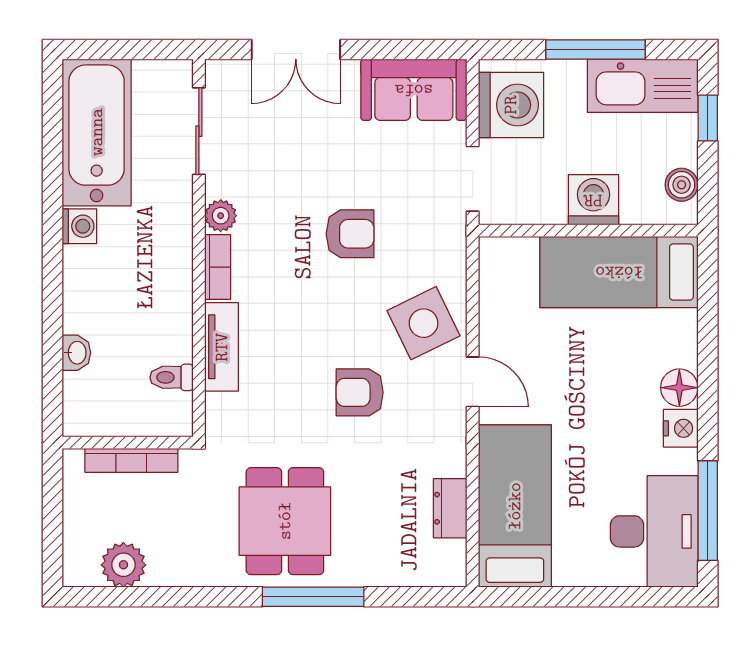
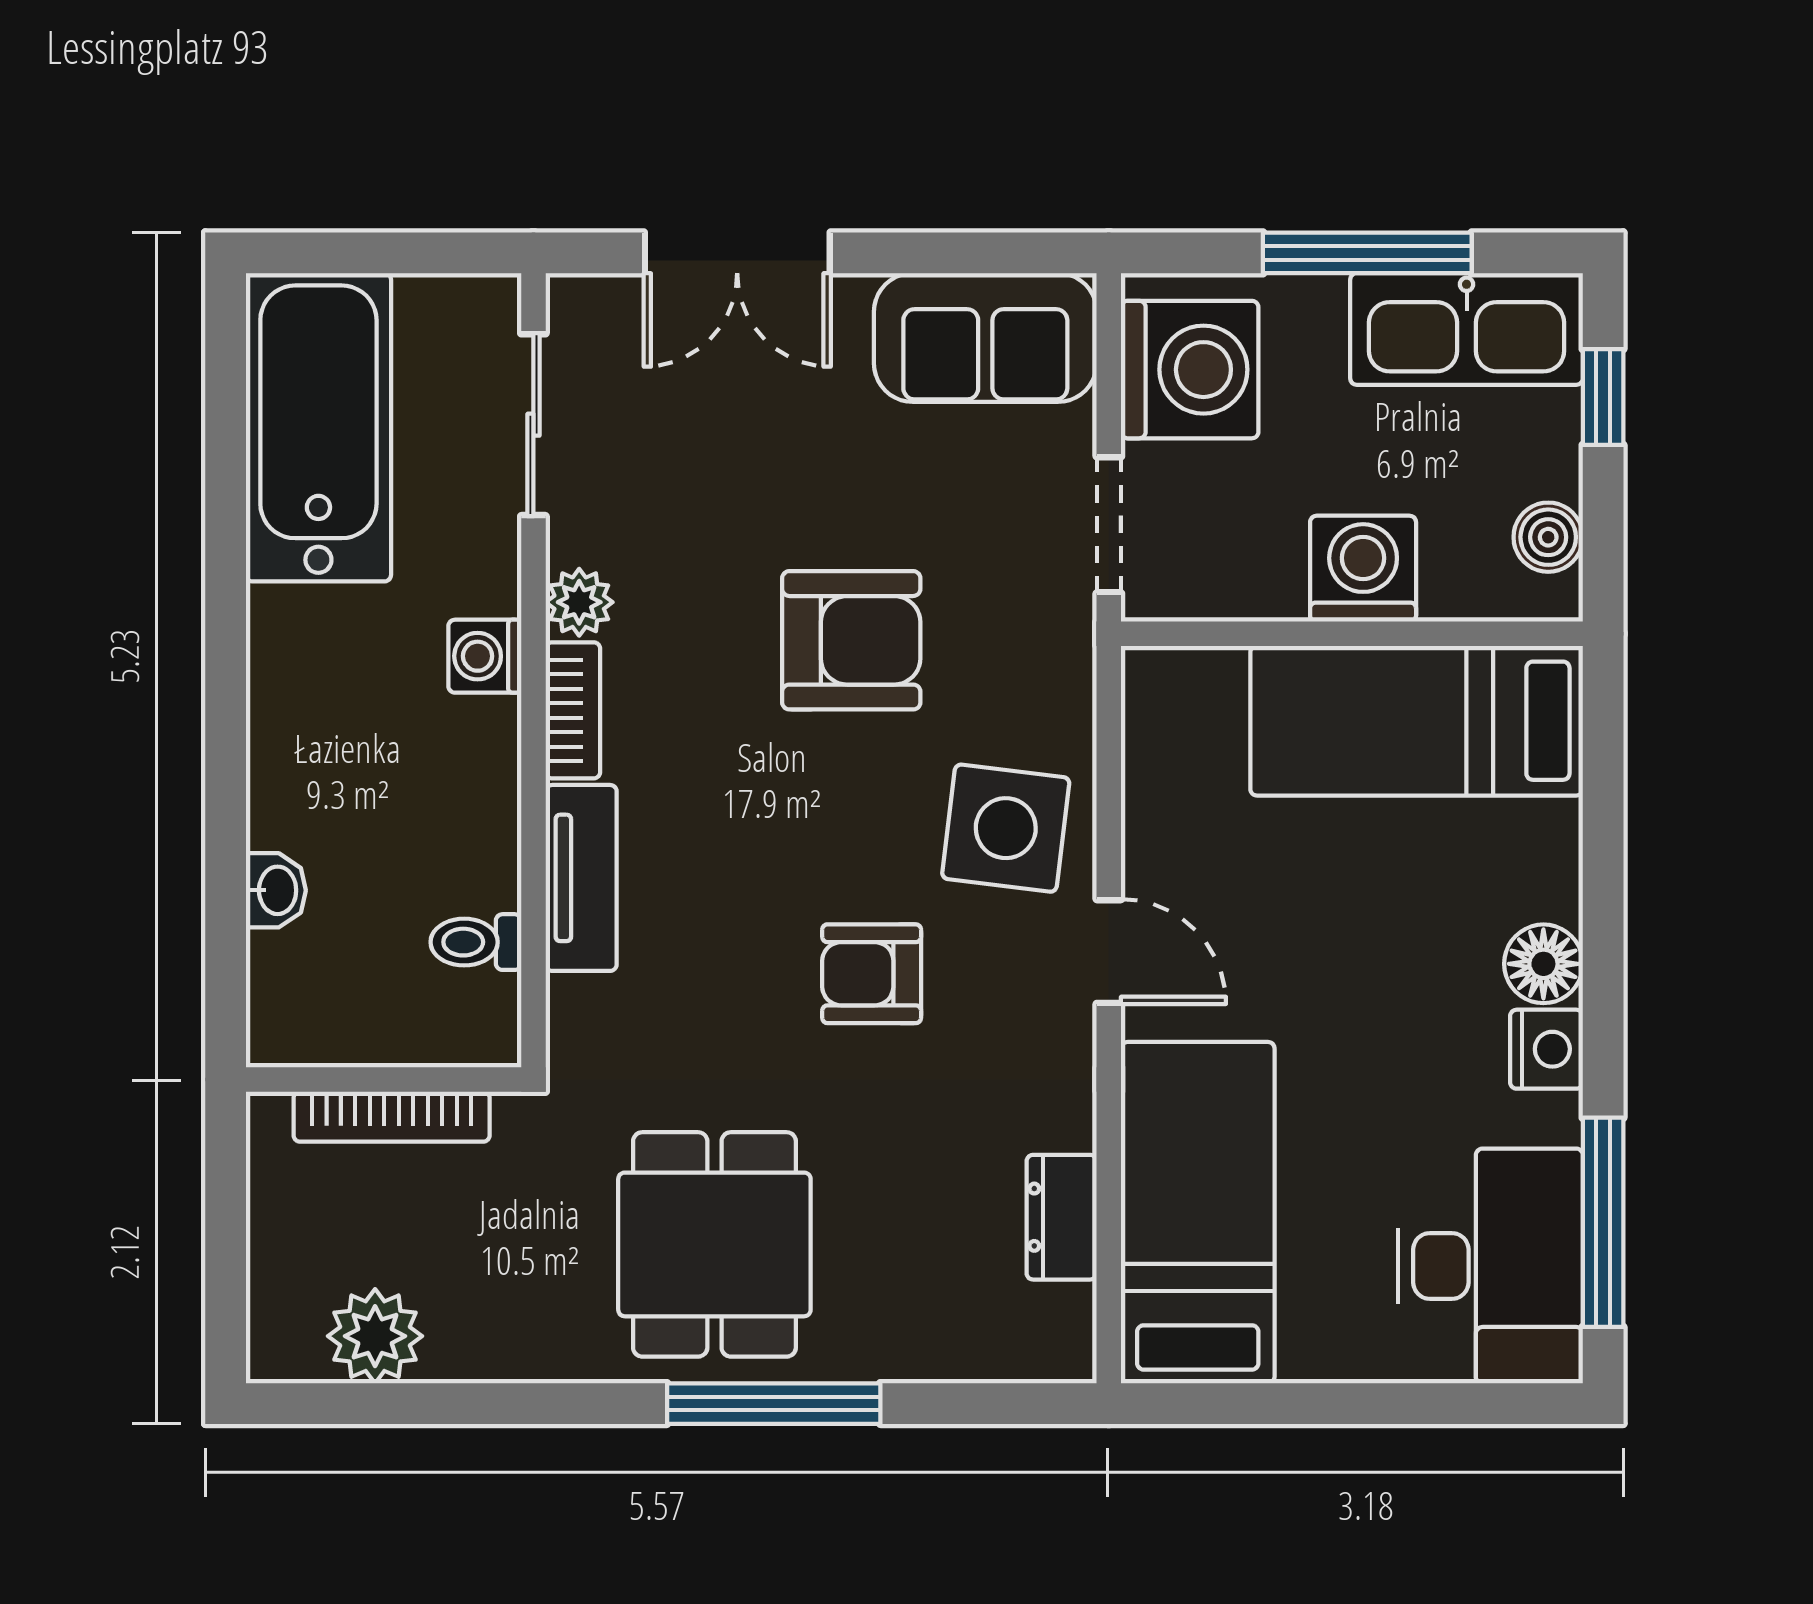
washing machine: (79, 226) -> (485, 656), moved, turned 180
armchair: (350, 234) -> (851, 640), width x1.38, depth x1.38
side table: (424, 323) -> (1006, 828), turned 33

